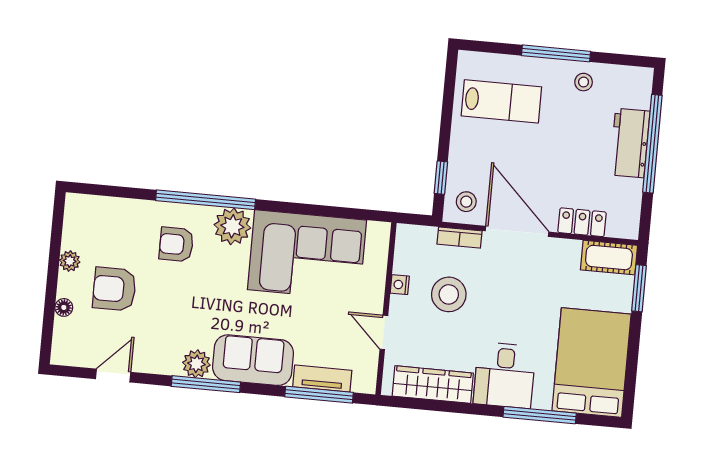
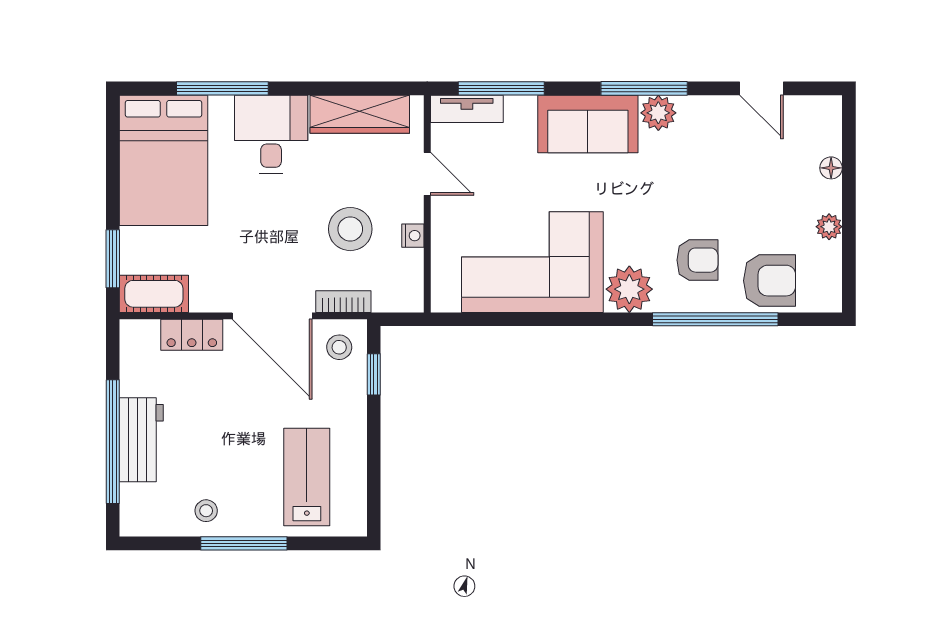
lab bench: (501, 101) -> (307, 477), turned 90
window: (206, 200) -> (715, 319), moved
armchair: (114, 289) -> (770, 281), moved
door: (113, 376) -> (761, 88), hinge flipped
tv unit: (322, 379) -> (467, 109), moved

